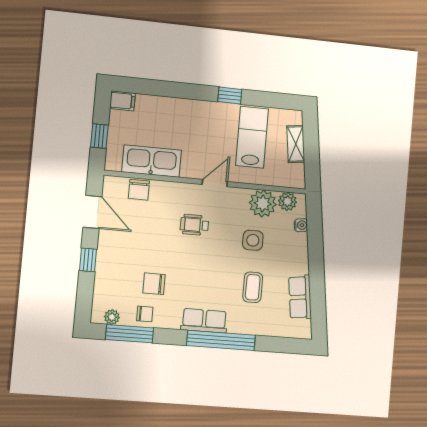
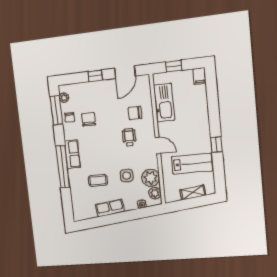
chair: (139, 190) -> (135, 113), moved
row of seats: (300, 297) -> (110, 208), moved

